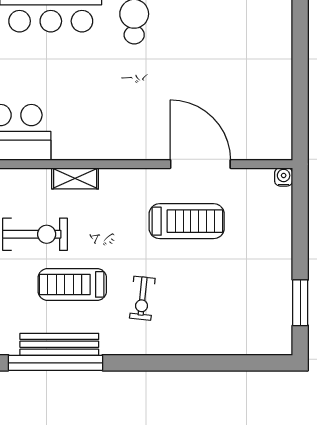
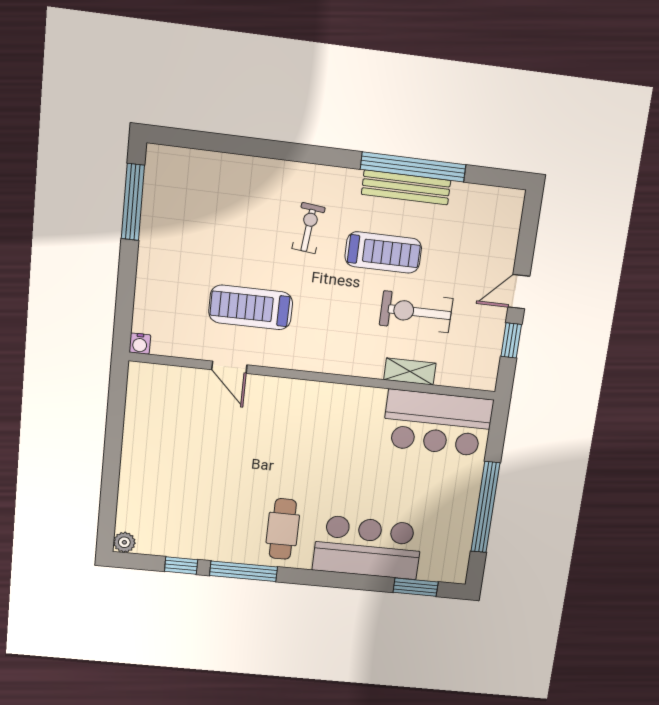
door: (200, 164) -> (229, 367), width x0.53
shelving: (75, 178) -> (410, 371), moved
window: (300, 303) -> (133, 202), width x1.44

